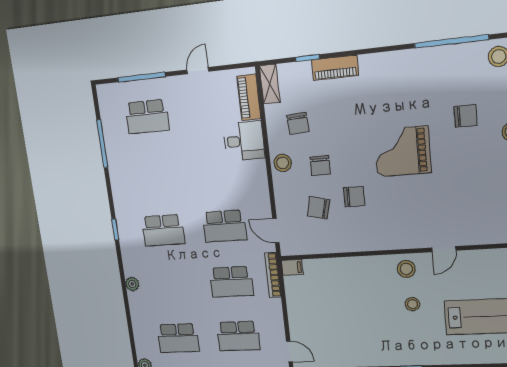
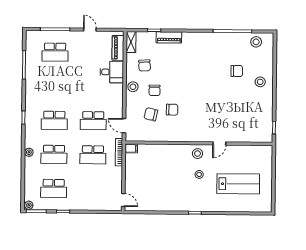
door: (198, 71) -> (90, 30), hinge flipped
grand piano: (402, 152) -> (201, 87), removed
school desk: (238, 336) -> (54, 154), moved

